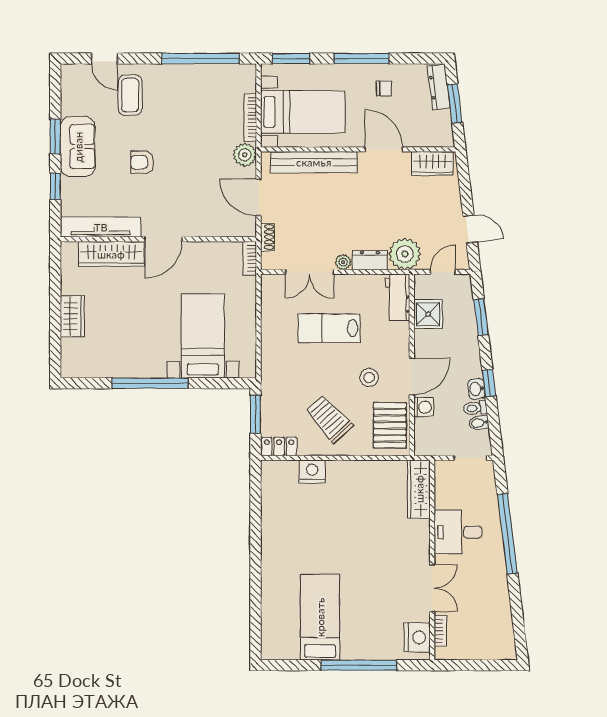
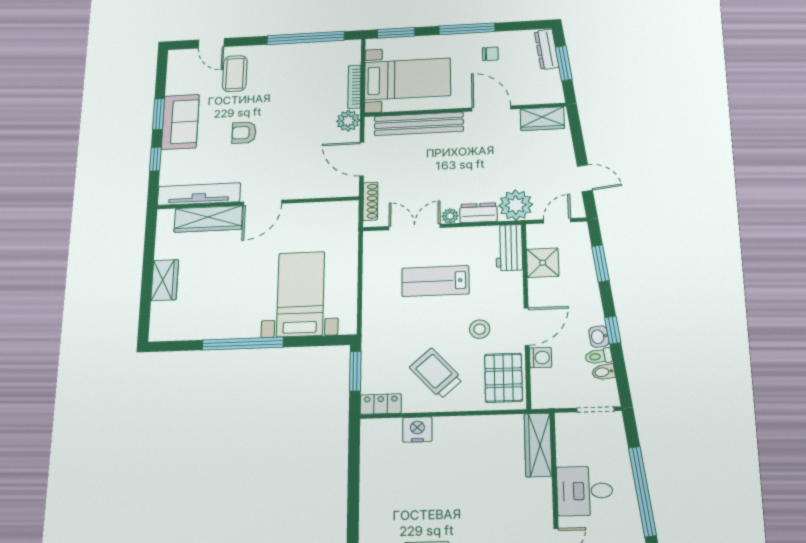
shoe rack: (267, 237) -> (370, 201), width x1.43
bookcase: (250, 258) -> (352, 217), removed
double door: (310, 272) -> (415, 227), swing flipped

